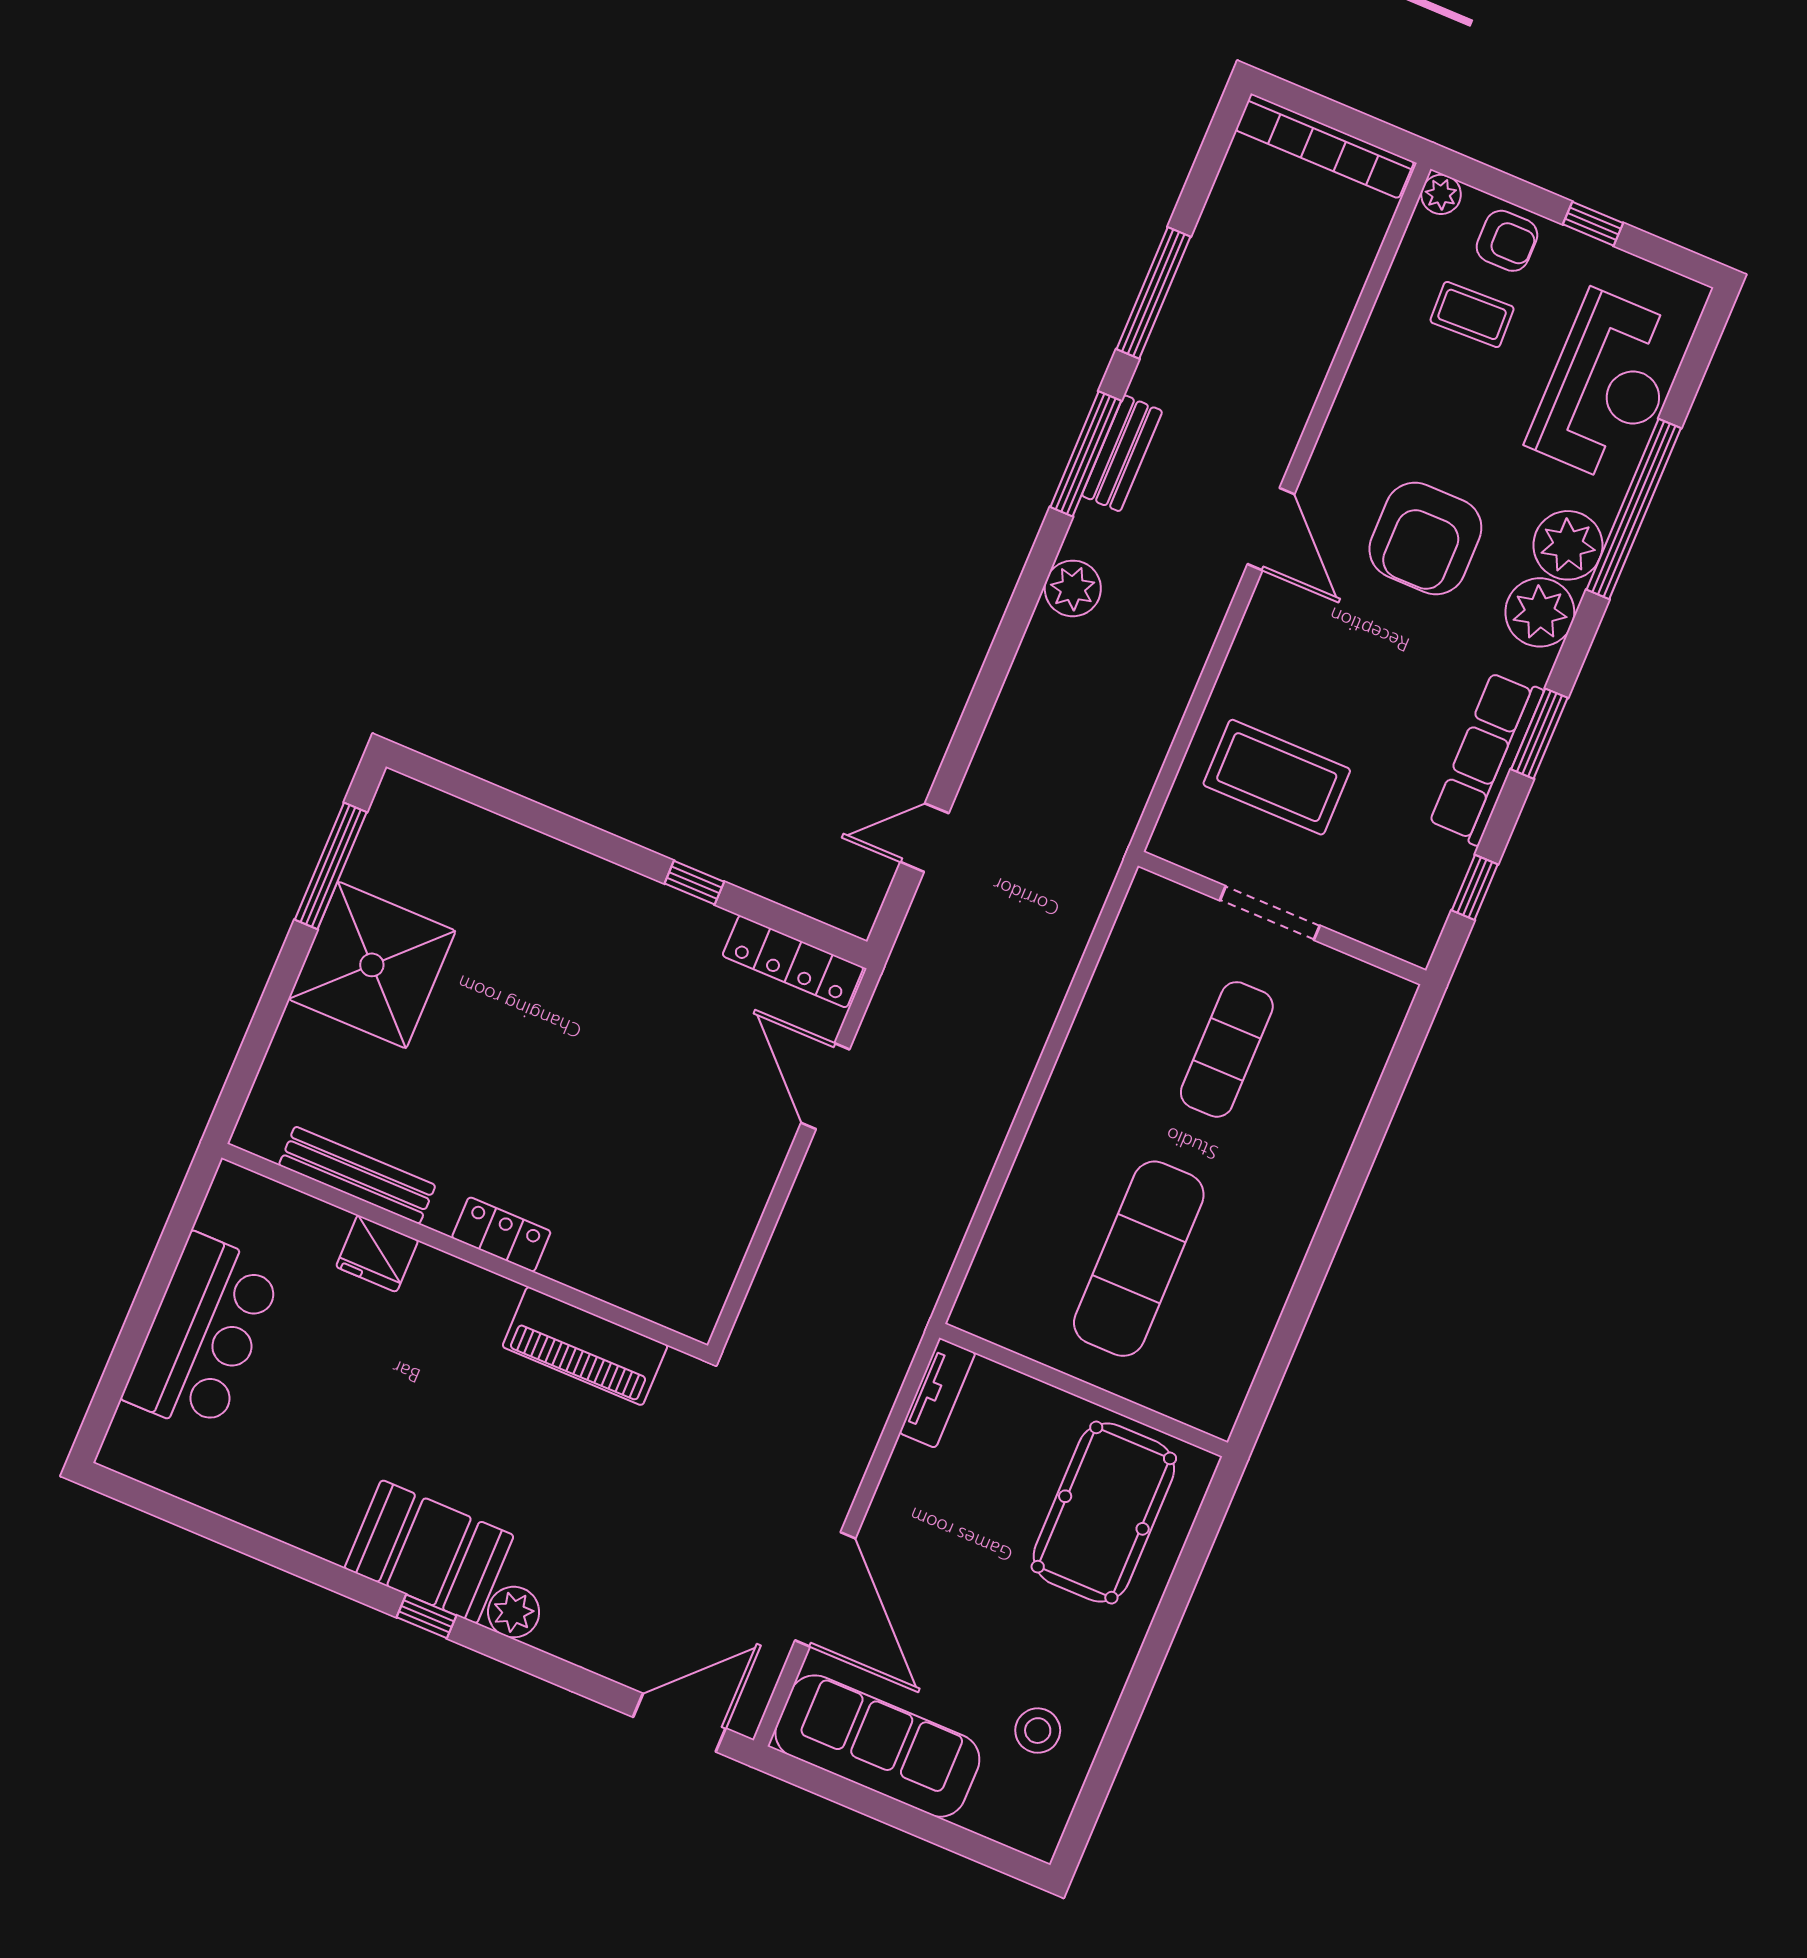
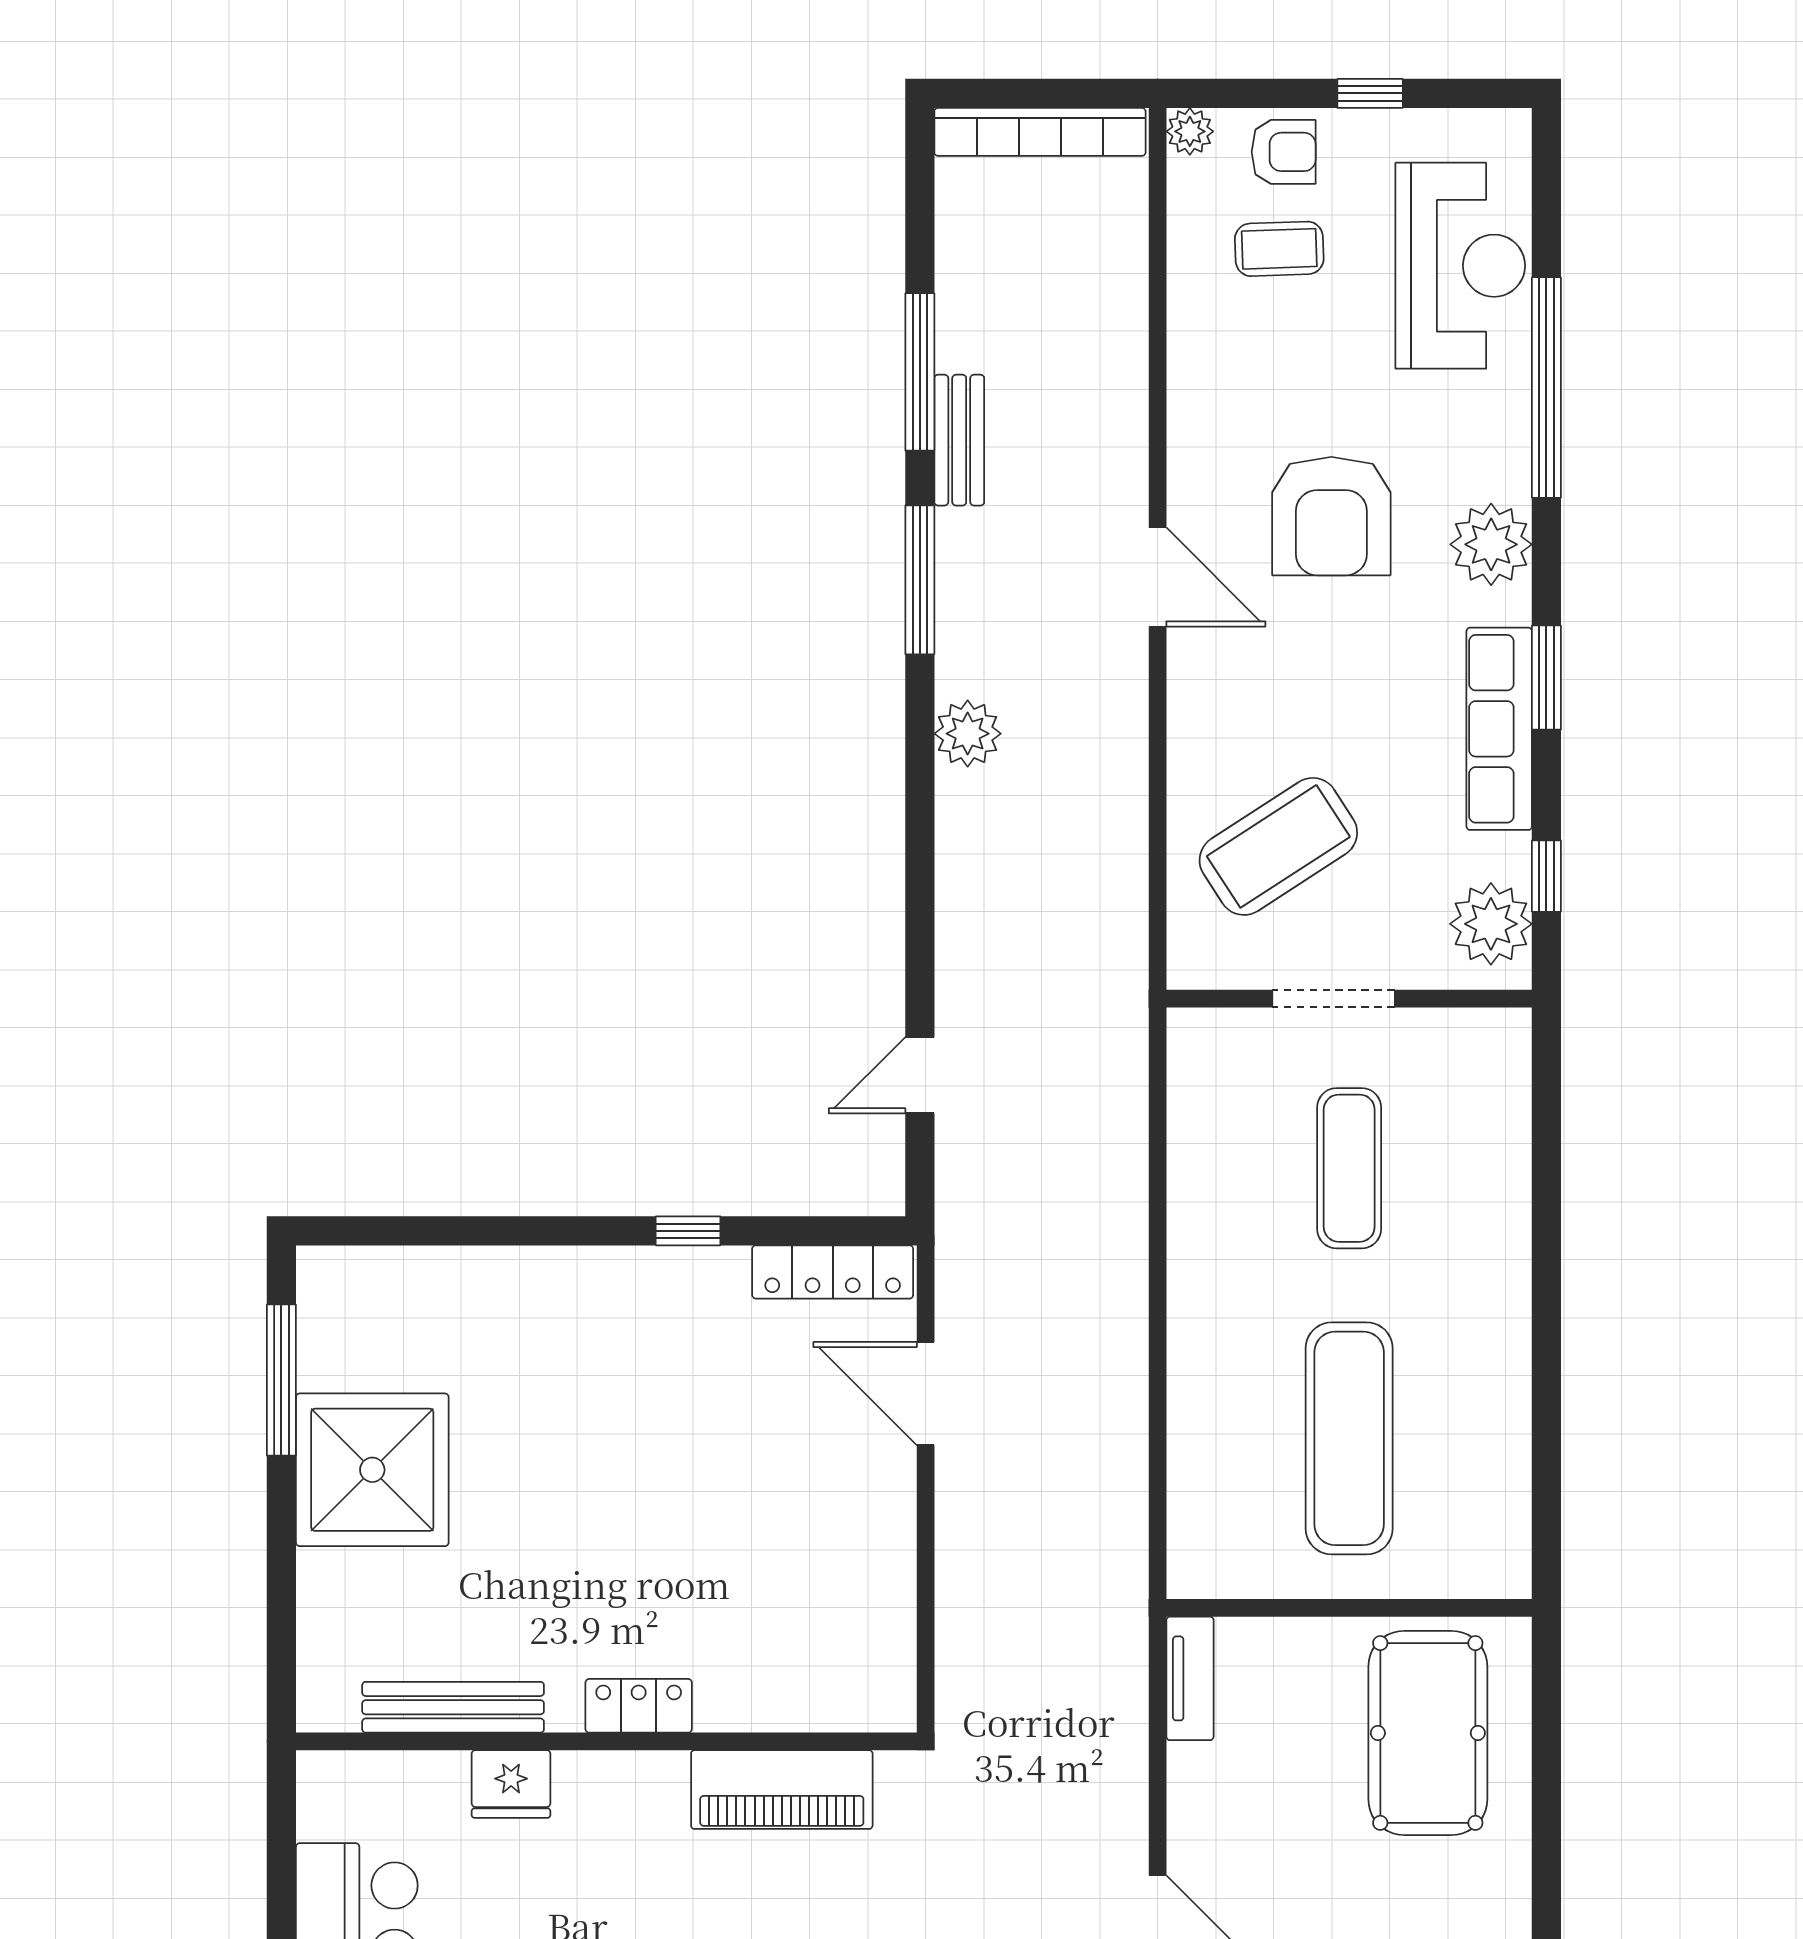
bench: (1122, 453) -> (959, 440), moved
plant: (1568, 545) -> (1491, 924), moved
coffee table: (1277, 777) -> (1278, 846), turned -33

